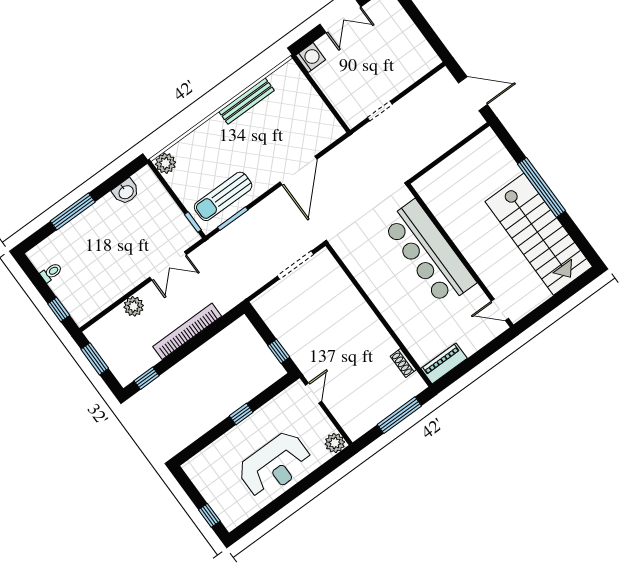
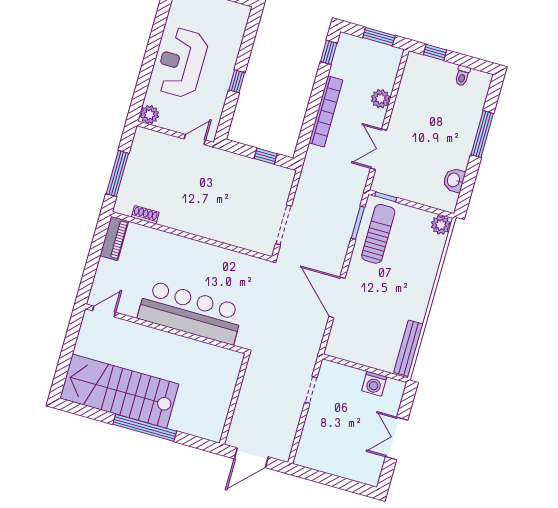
washing machine: (311, 58) -> (374, 384), moved
bench: (247, 101) -> (408, 348), moved
window: (279, 351) -> (266, 156), moved
door: (313, 393) -> (195, 139), swing flipped

